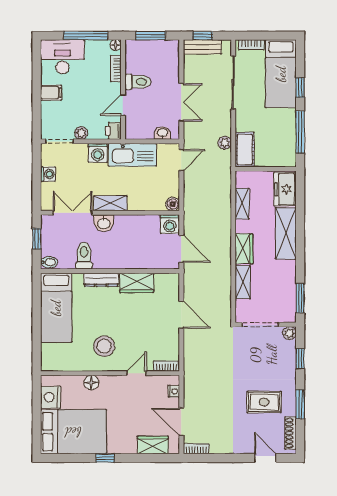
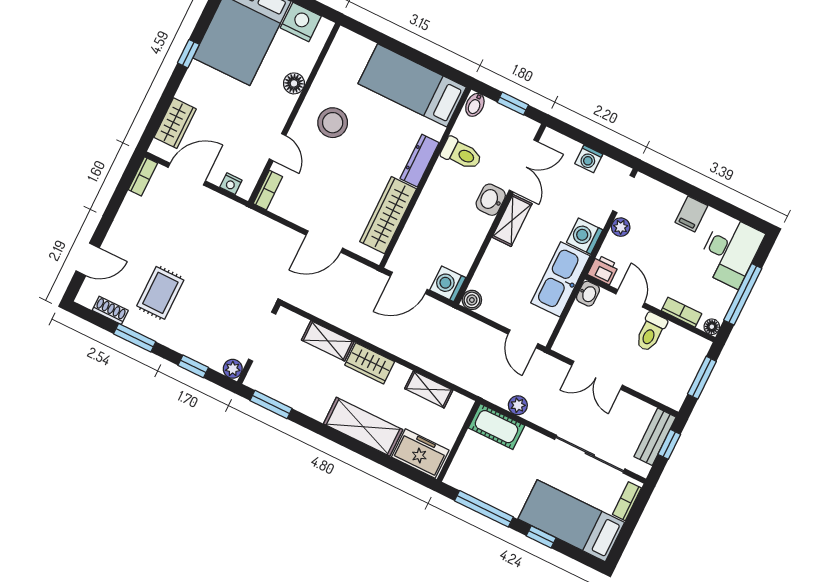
washbasin: (163, 133) -> (588, 294), moved
wardrobe: (137, 283) -> (388, 215), width x1.50
shoe rack: (291, 433) -> (110, 310), width x0.70

